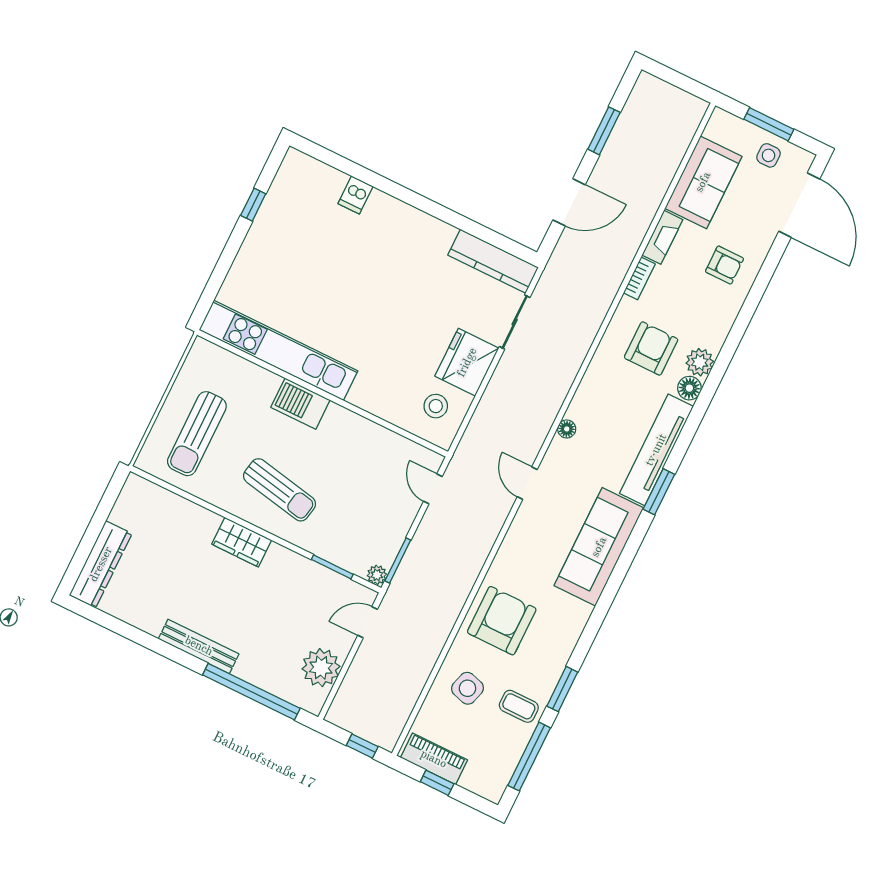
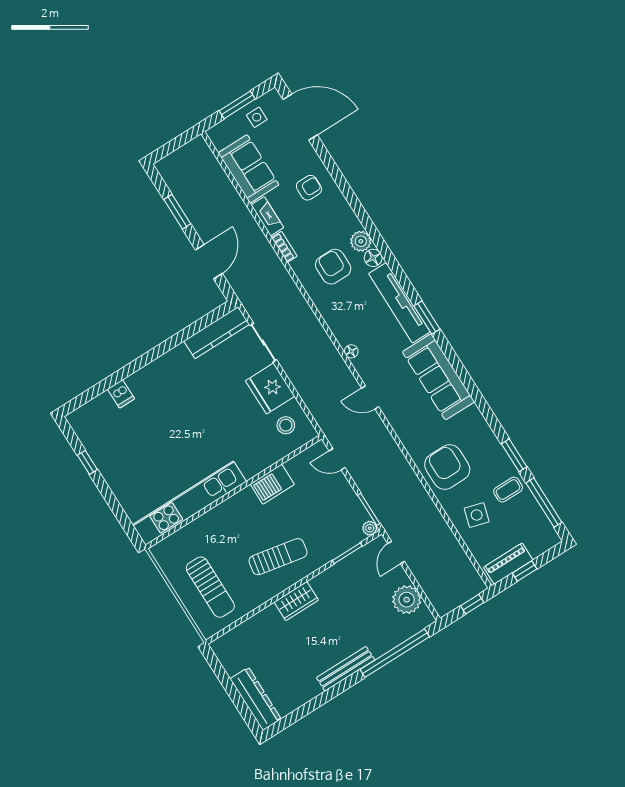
barbecue: (300, 404) -> (272, 484), moved

